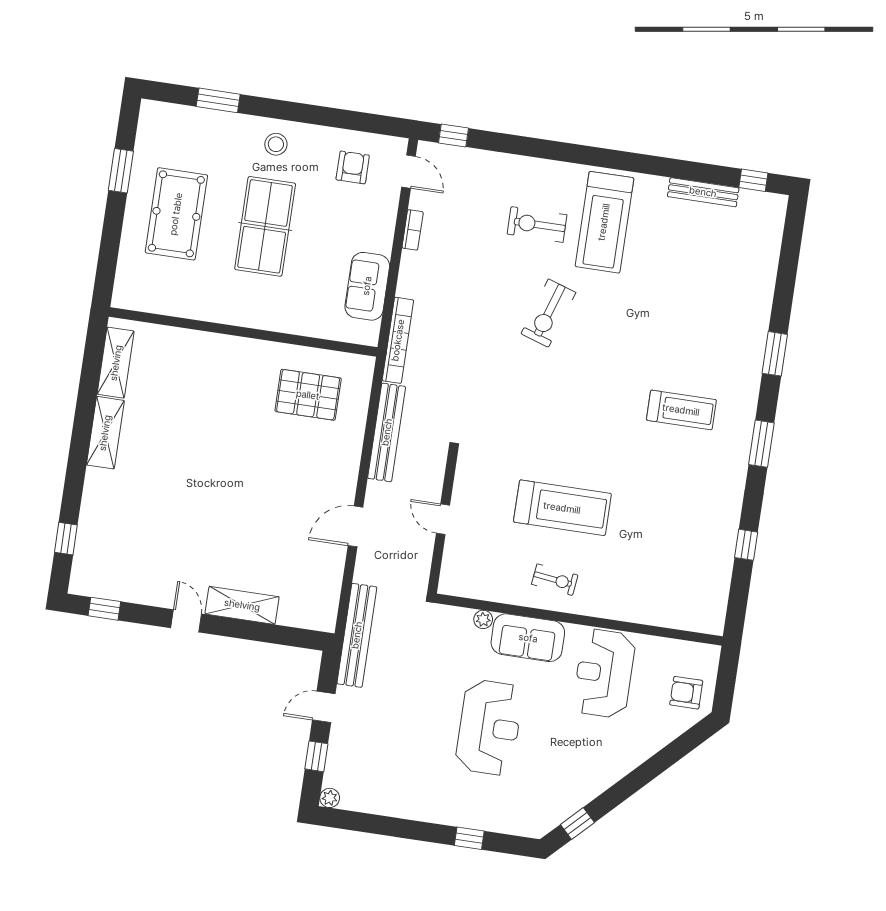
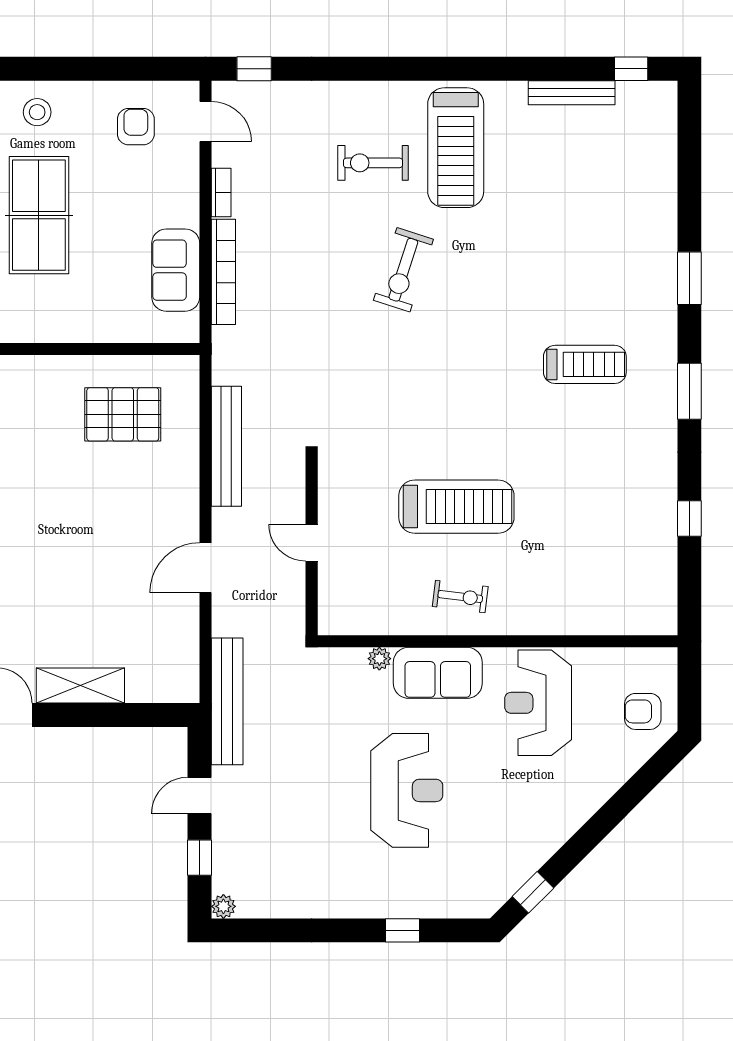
bookcase: (398, 340) -> (223, 272), moved

